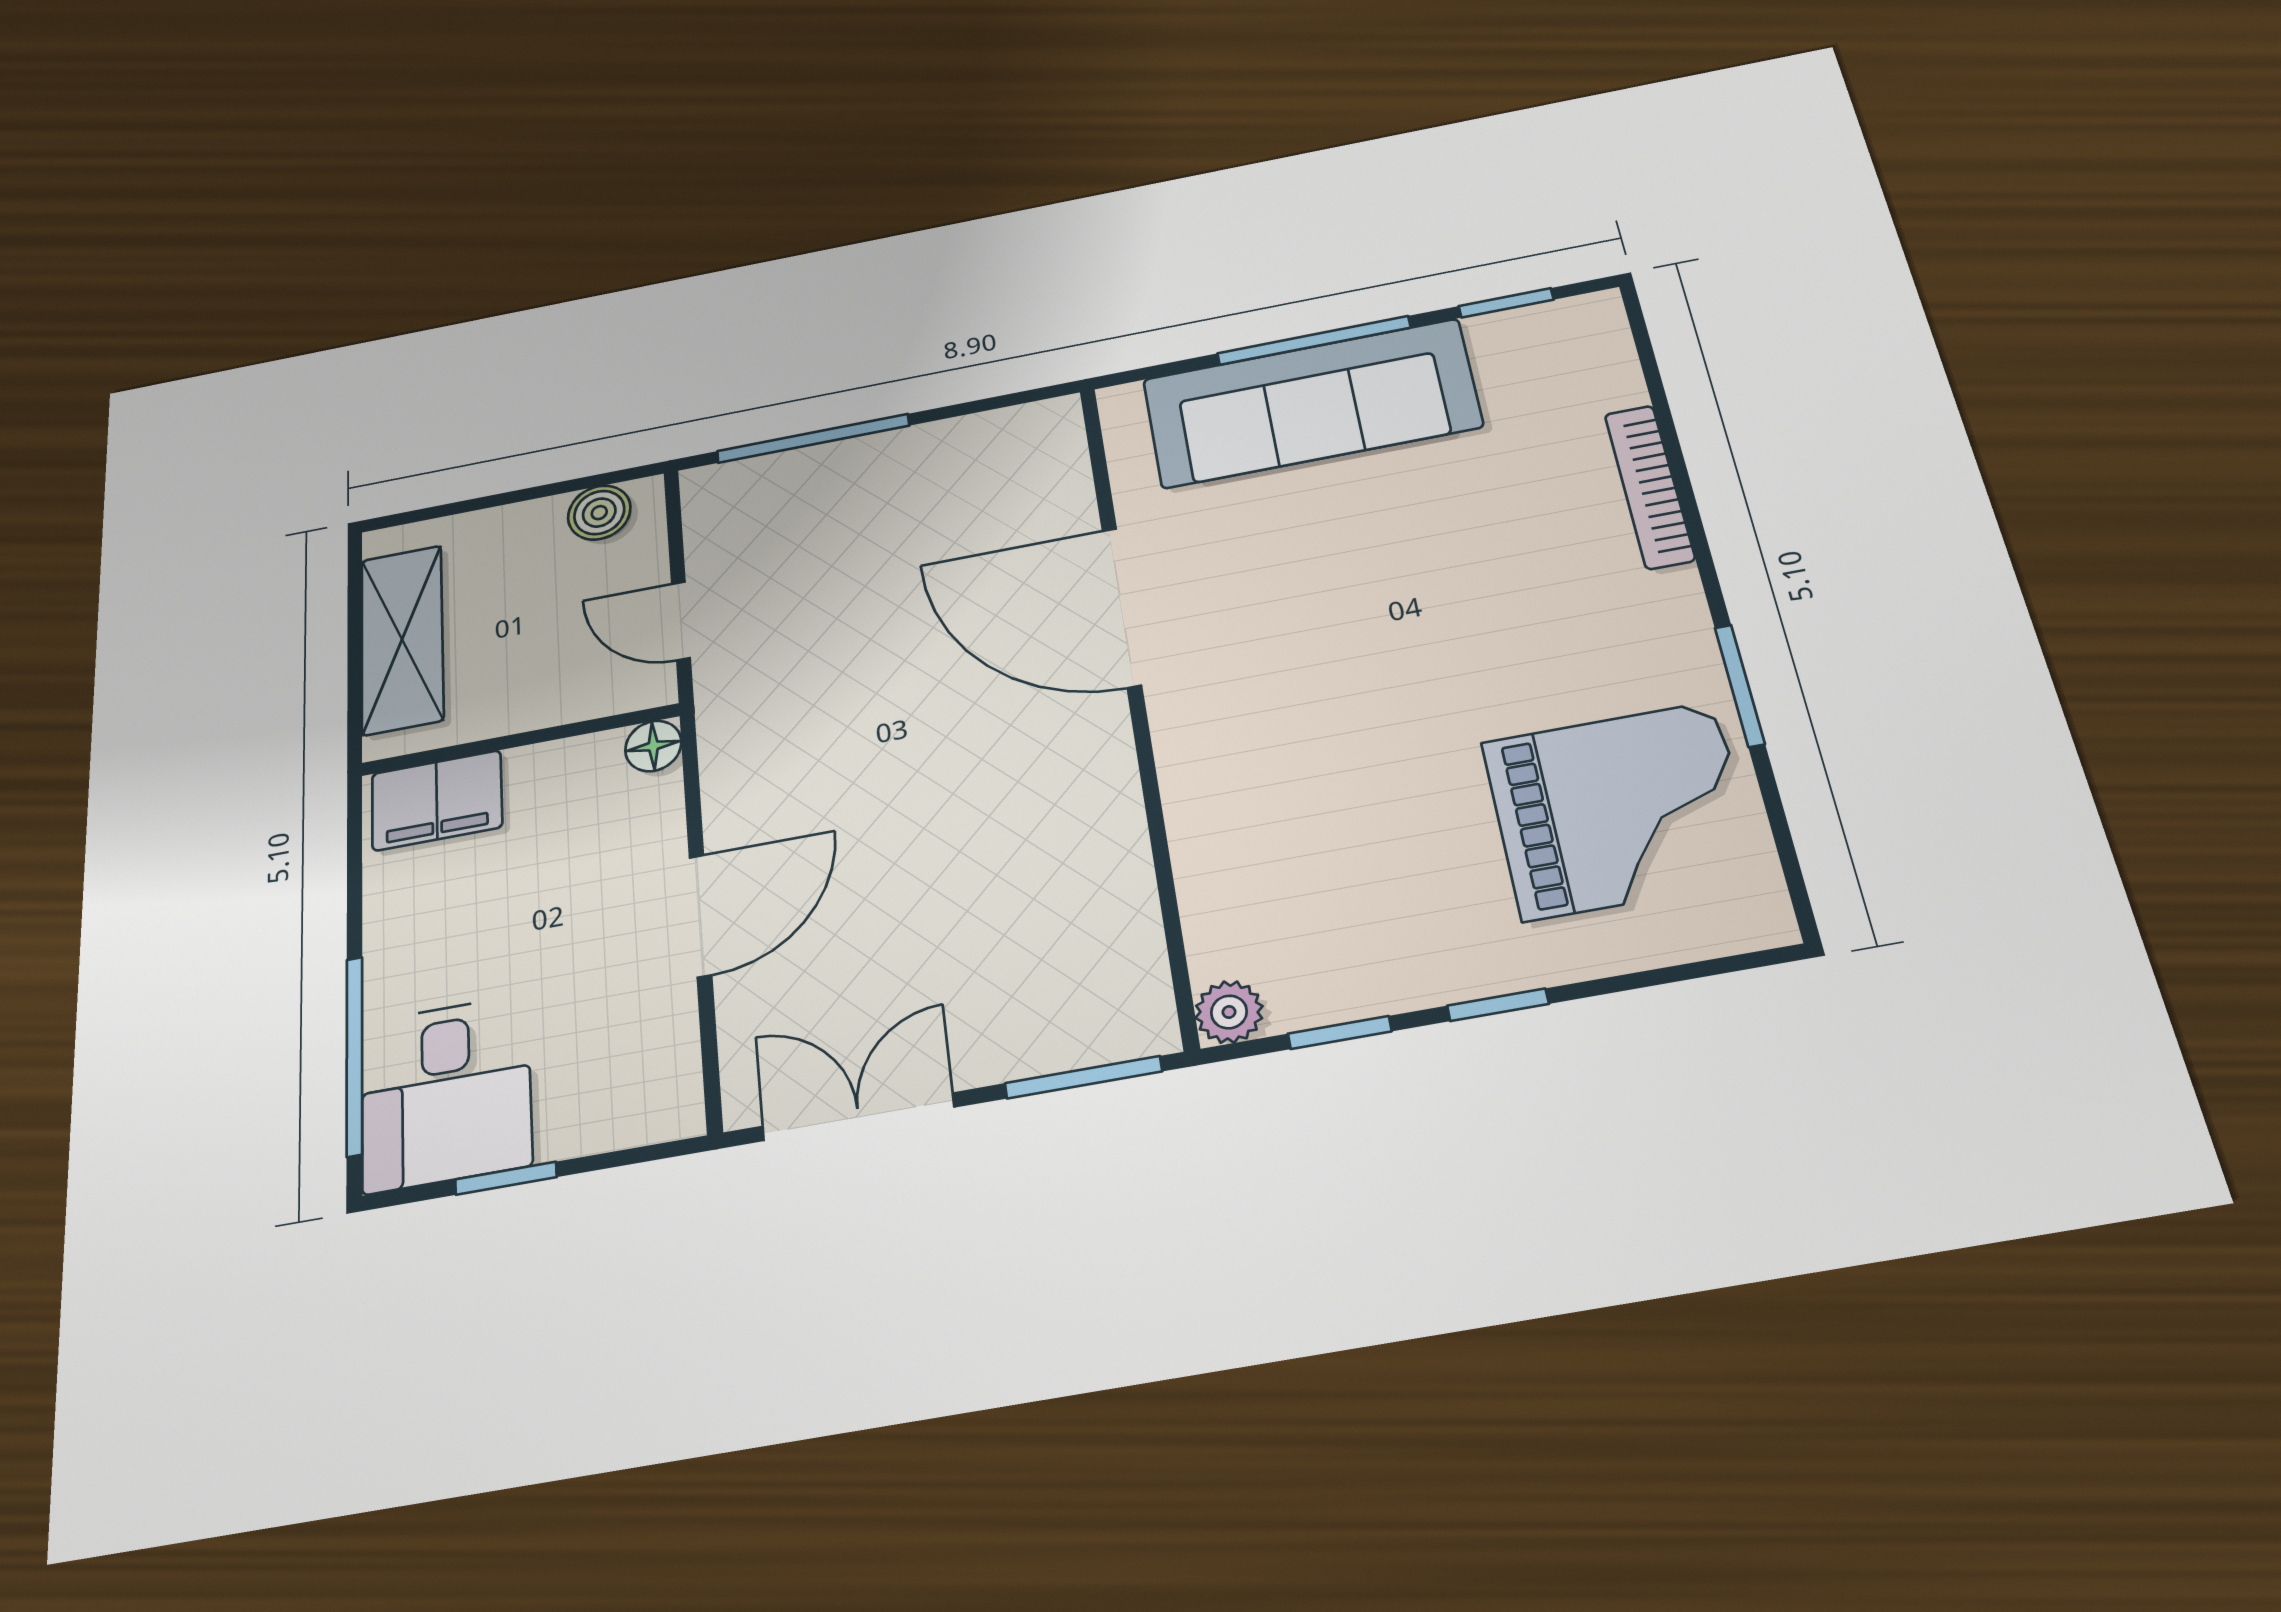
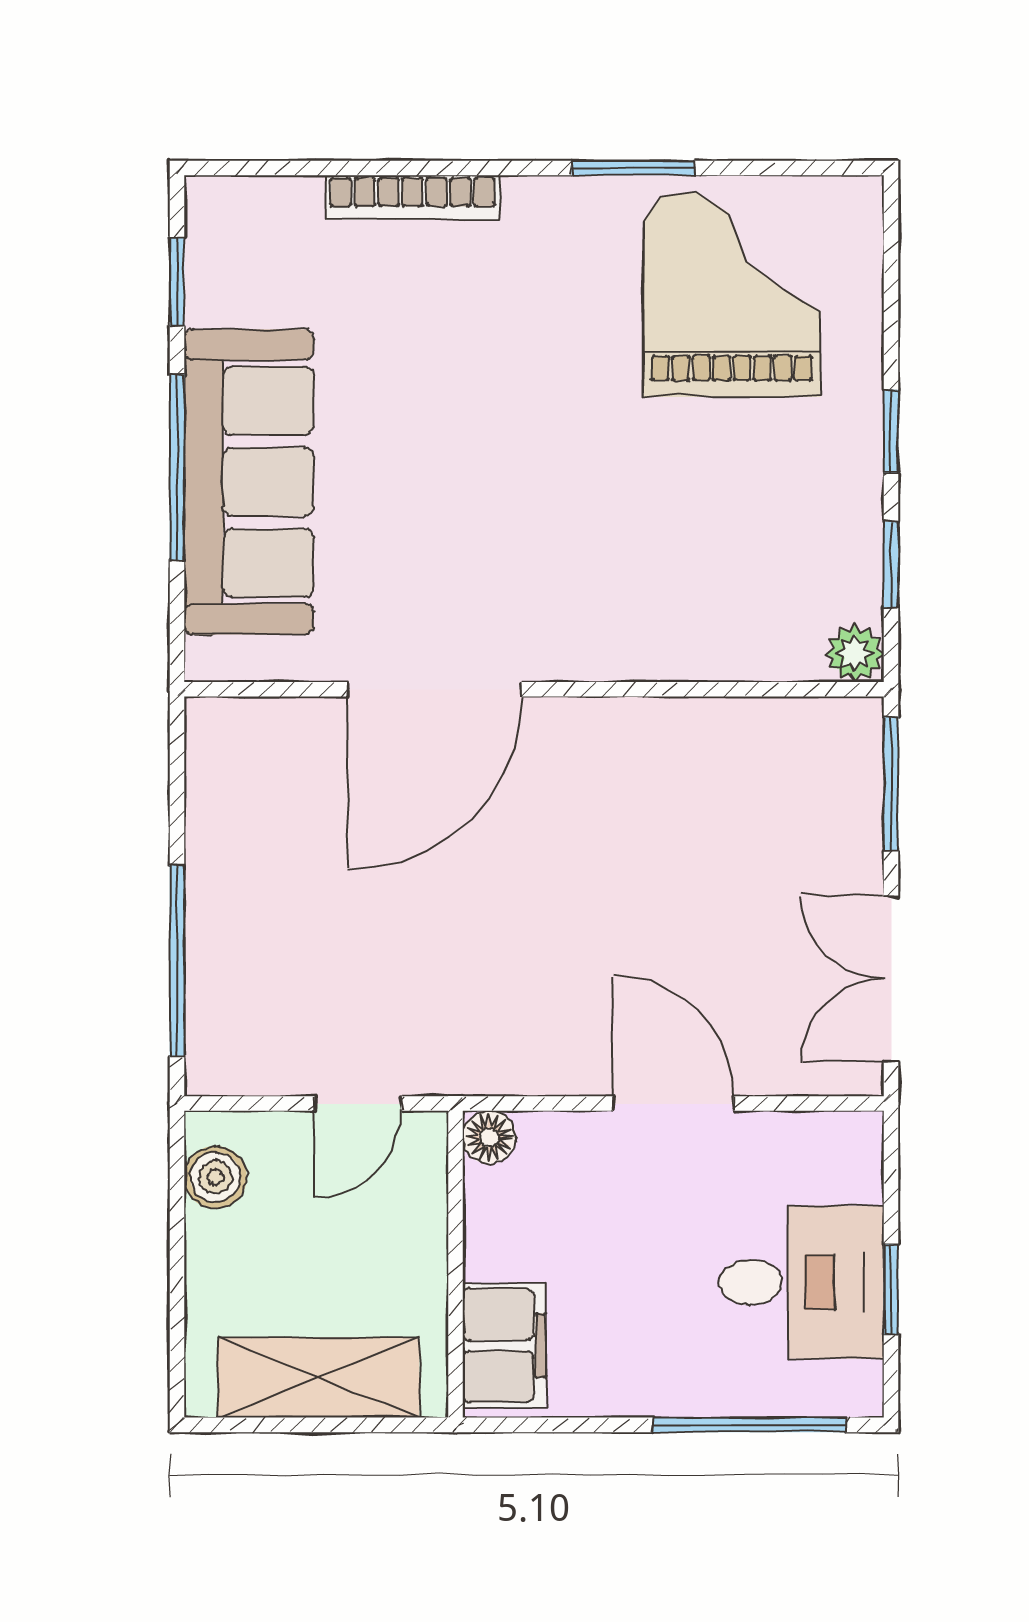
desk: (446, 1093) -> (801, 1282), moved

